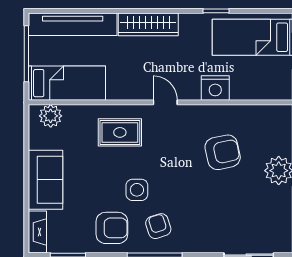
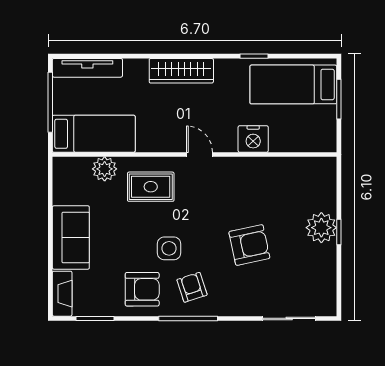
tv unit: (73, 24) -> (87, 68), width x0.73, depth x0.78
plant: (51, 116) -> (105, 169), moved
armchair: (223, 152) -> (249, 245), moved

